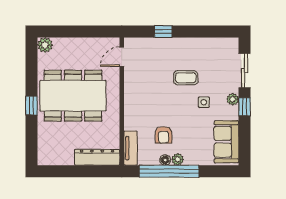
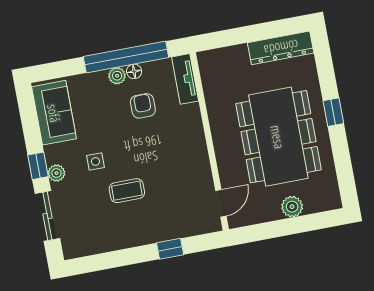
plant: (45, 45) -> (292, 207), moved
dining table: (73, 96) -> (278, 137), turned 90
dresser: (97, 157) -> (281, 48), moved

